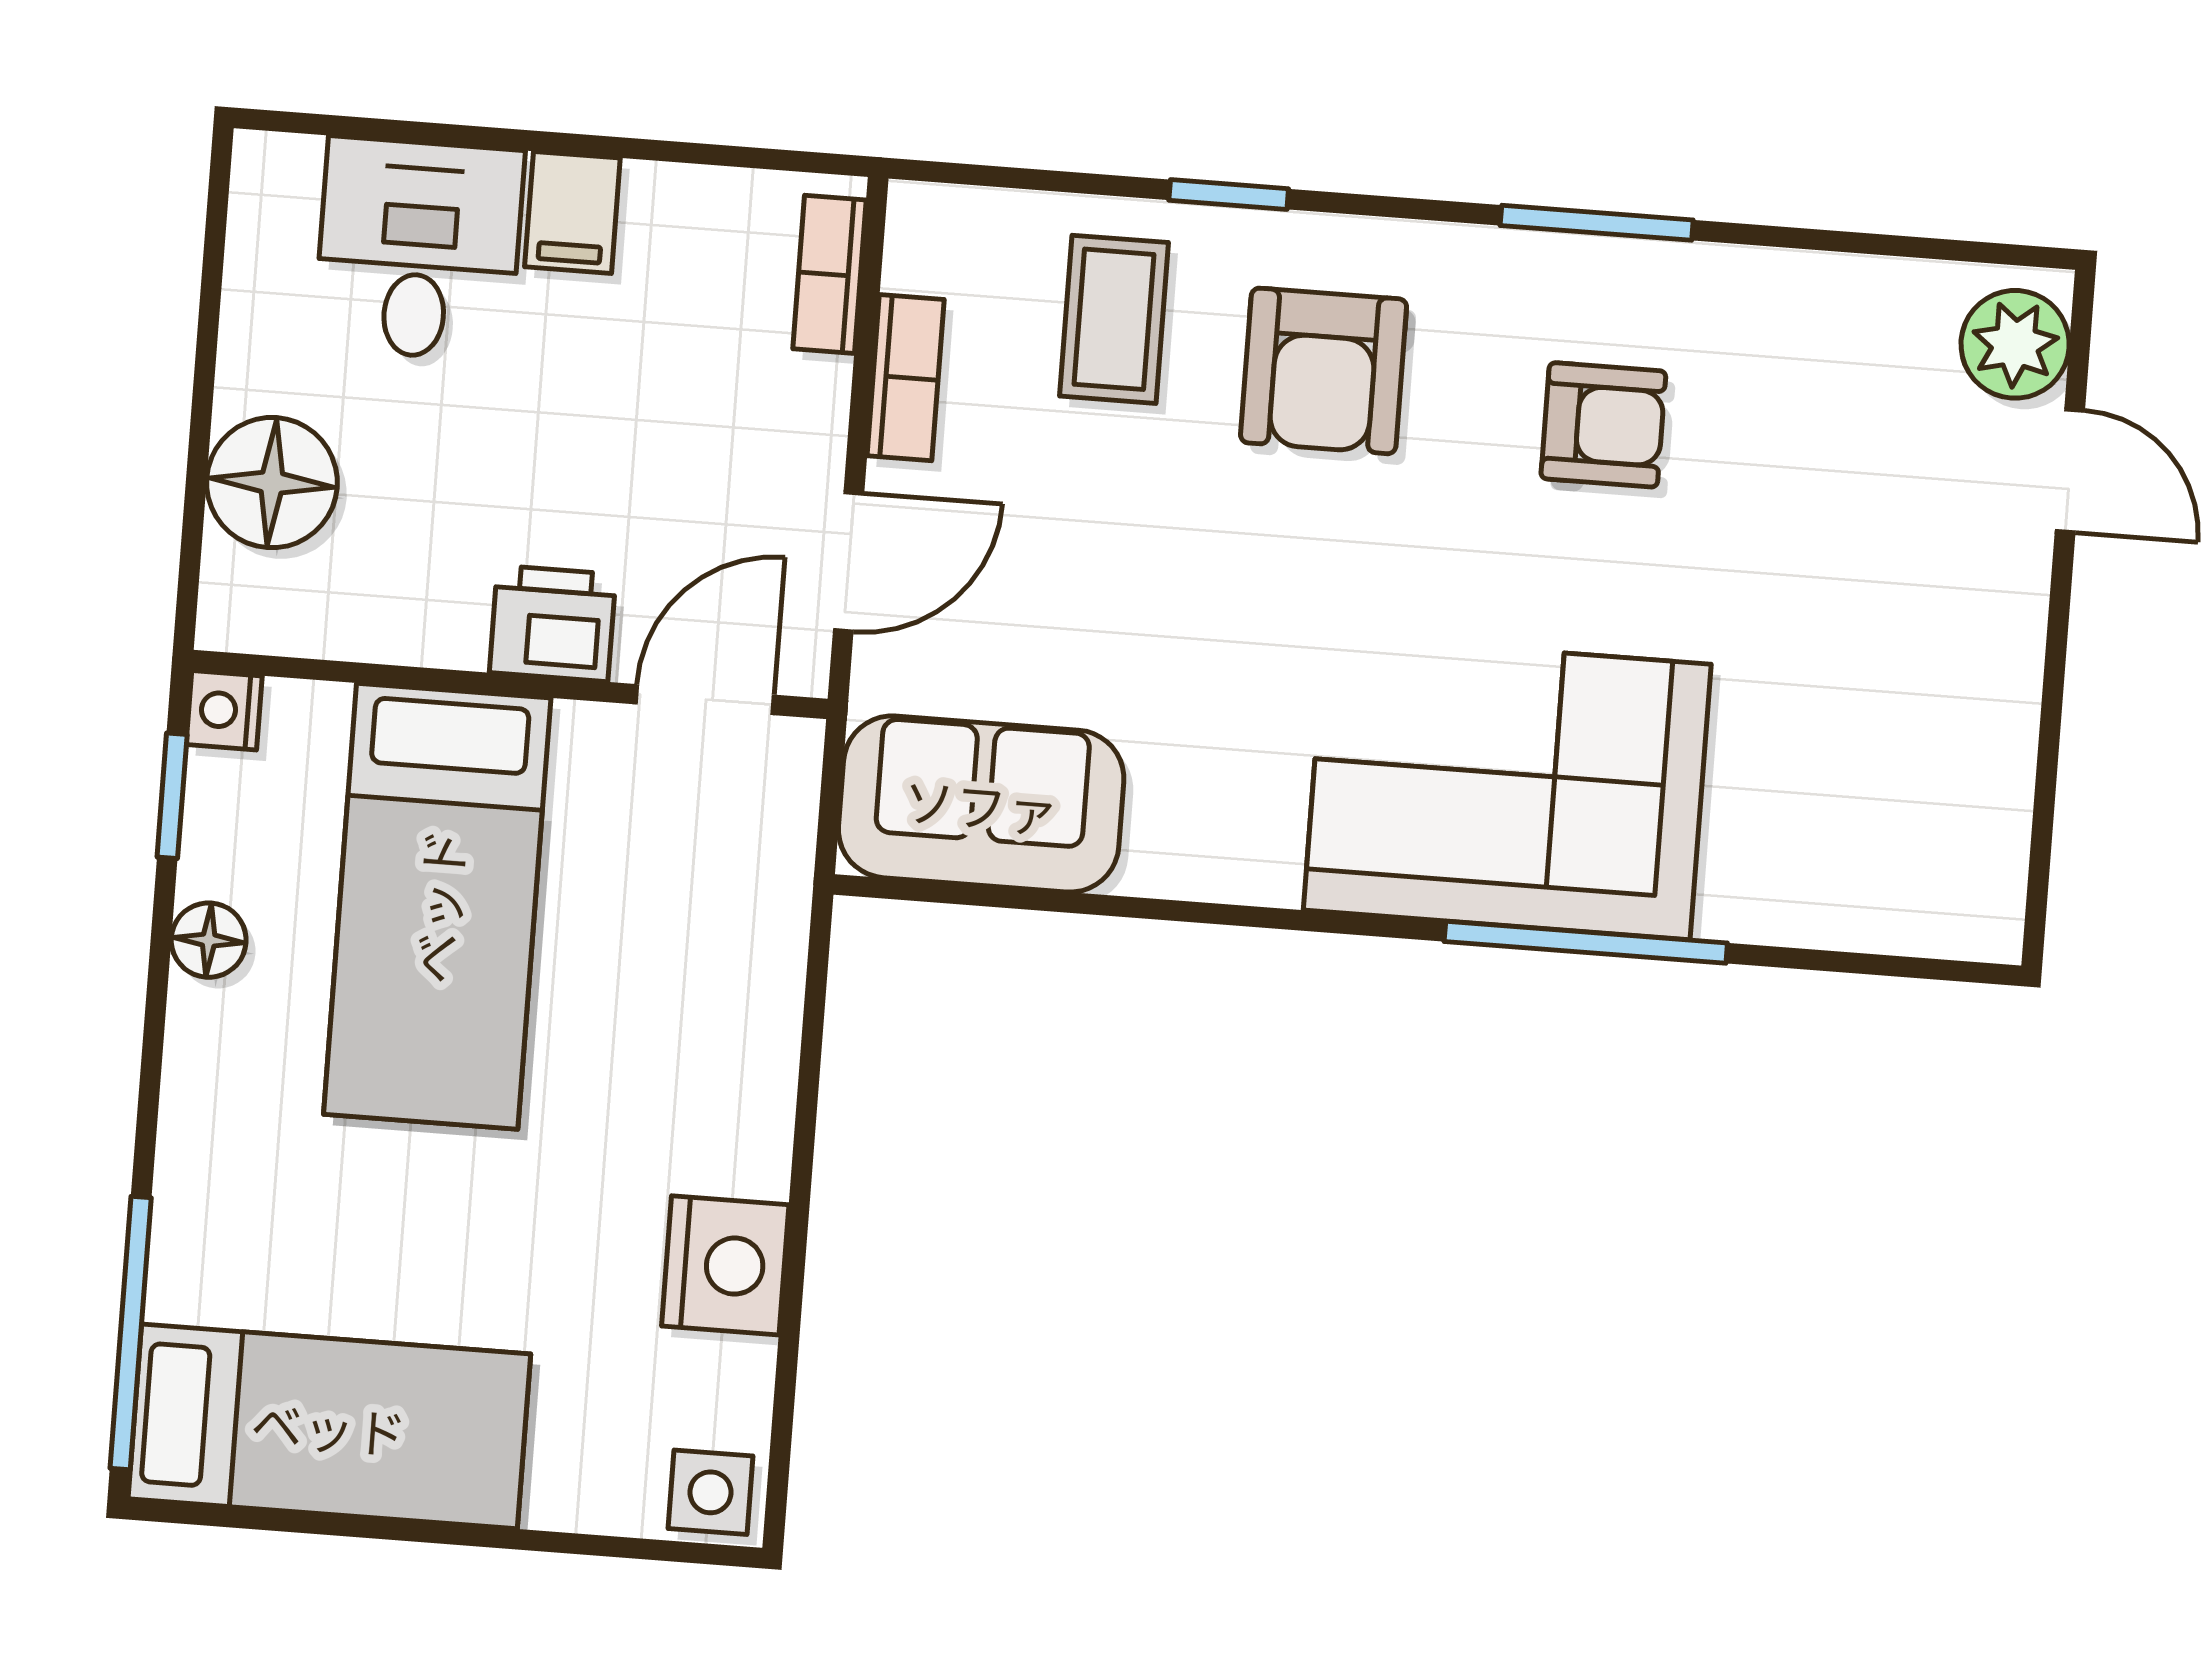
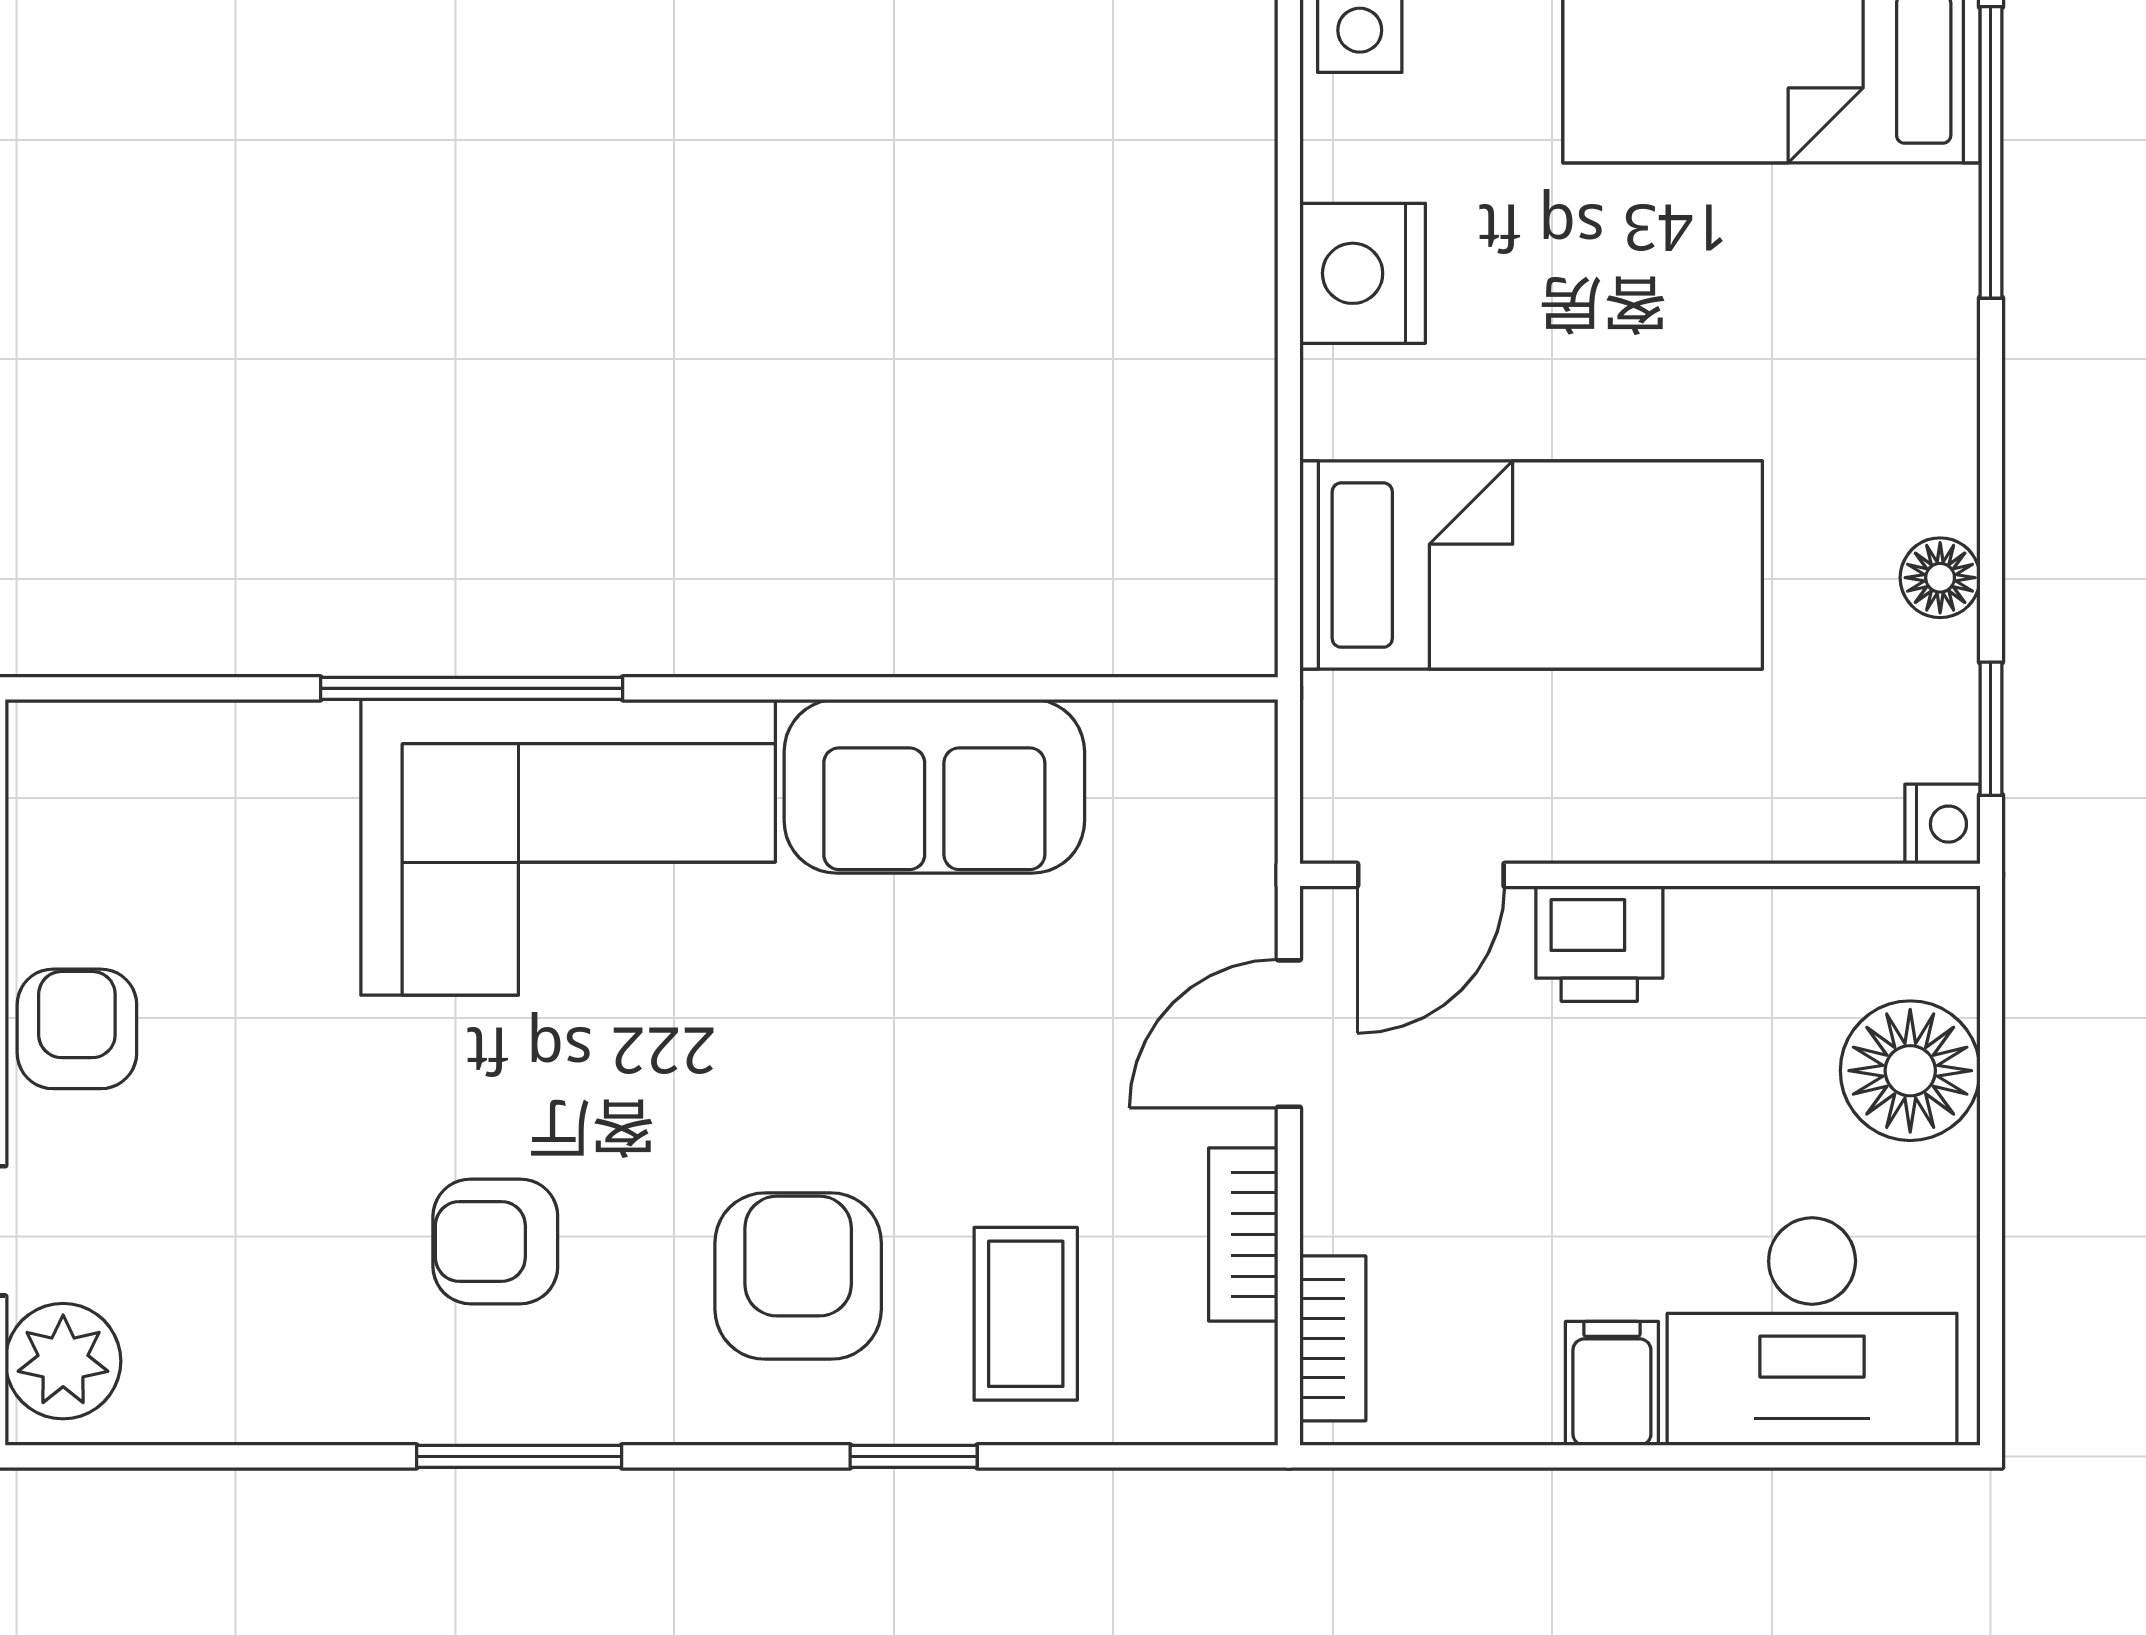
desk: (419, 249) -> (1812, 1332), width x1.37
armchair: (1978, 653) -> (77, 1029), added
sofa: (981, 804) -> (934, 786), moved
bed: (437, 906) -> (1531, 565), moved, turned 90

